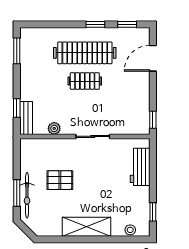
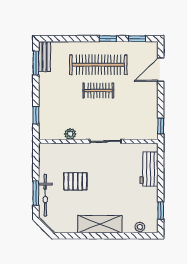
bench: (26, 118) -> (44, 57), moved

